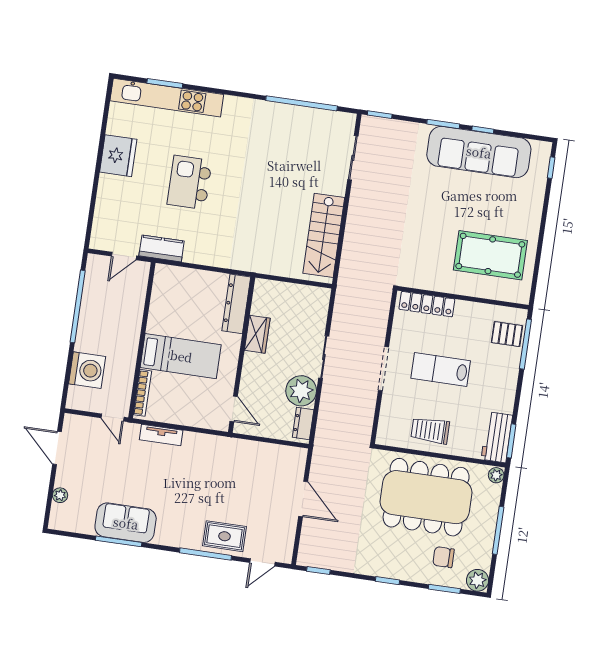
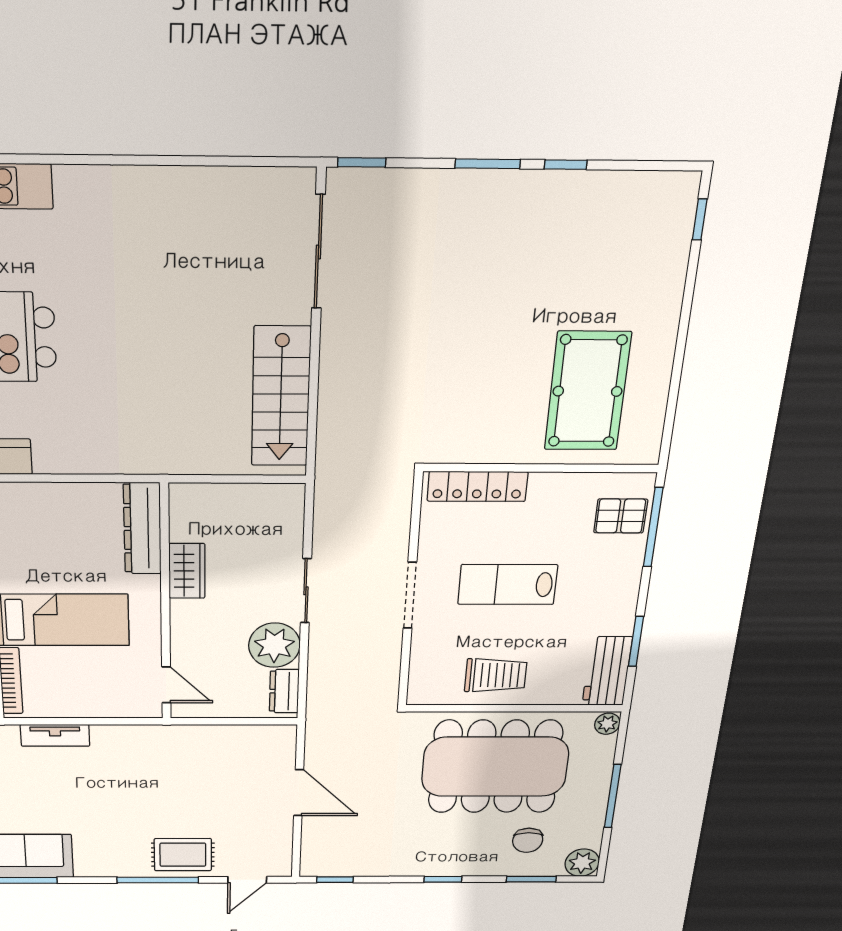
window: (302, 103) -> (206, 161), removed
sofa: (479, 152) -> (560, 209), removed
sliding door: (353, 158) -> (318, 252), width x1.37
pool table: (490, 255) -> (587, 391), turned 90
trolley: (430, 430) -> (496, 675), turned 180
window: (511, 441) -> (636, 641), moved
chair: (444, 557) -> (528, 840), turned -90

